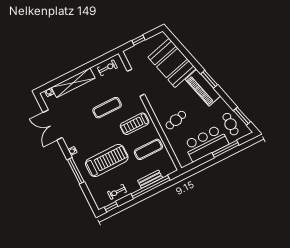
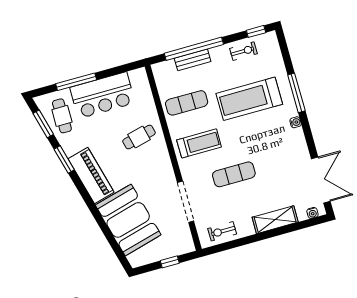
window: (209, 79) -> (64, 159), moved
shelving: (73, 83) -> (275, 220), width x0.68
double door: (53, 125) -> (321, 180), moved

